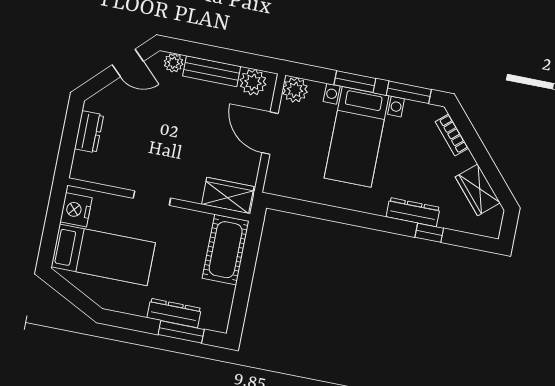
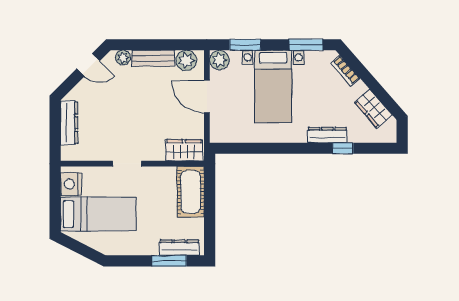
window: (355, 82) -> (245, 45), moved
dresser: (89, 132) -> (69, 123), width x1.44
dresser: (174, 313) -> (179, 248), moved

